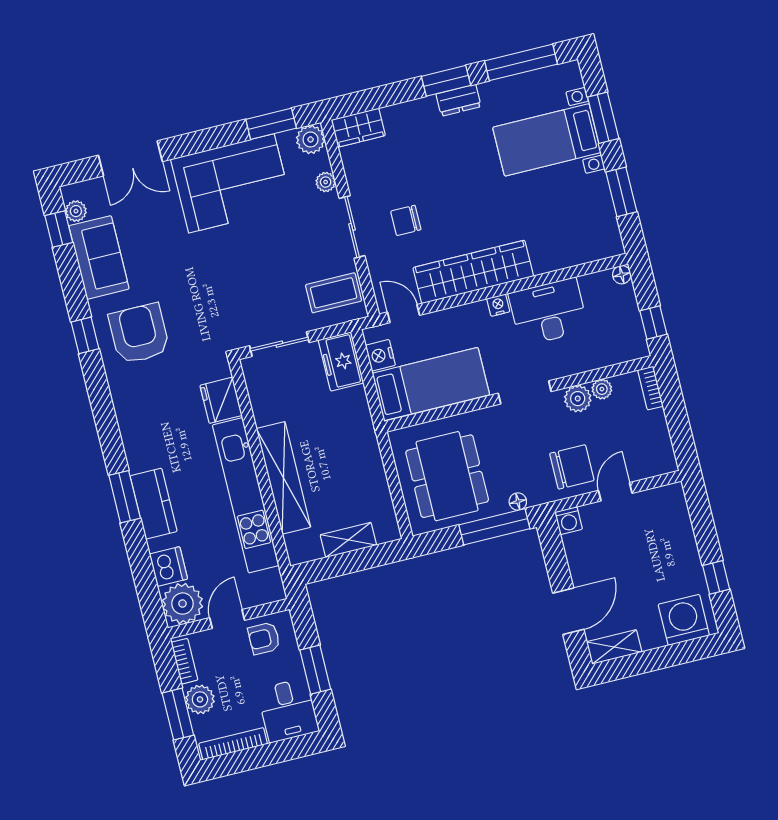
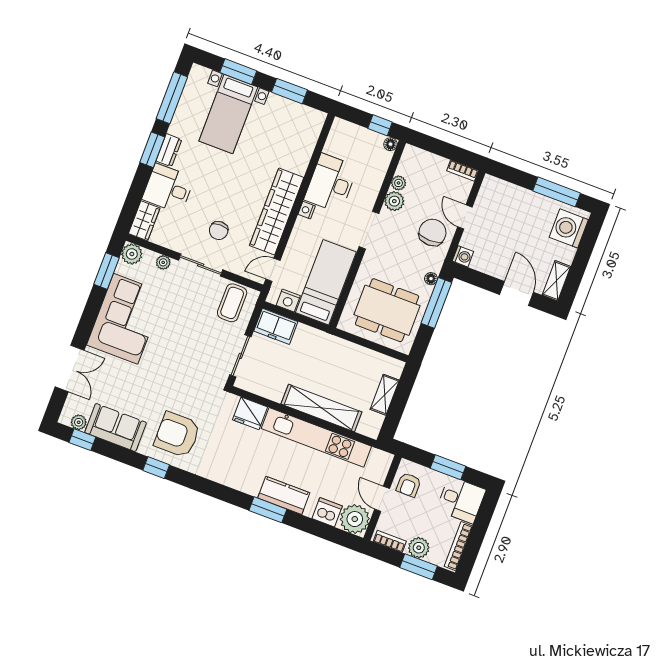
desk: (414, 130) -> (168, 188), added
floor lamp: (622, 275) -> (390, 144), moved
bookcase: (650, 388) -> (463, 171), moved
window: (716, 577) -> (557, 192), width x2.17

